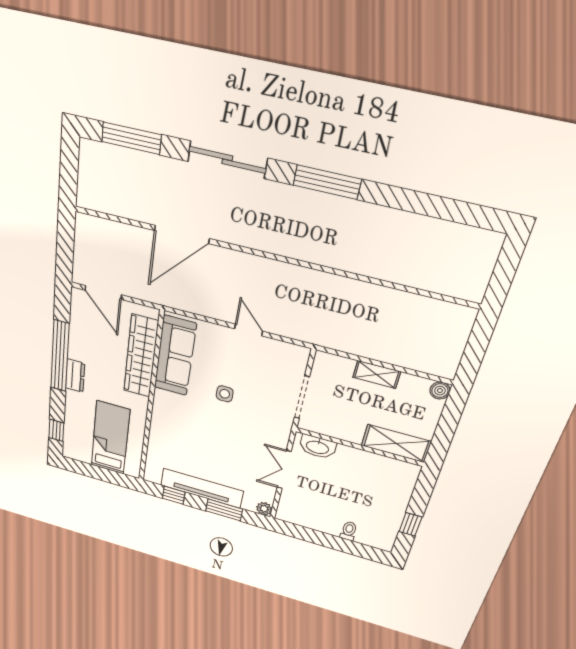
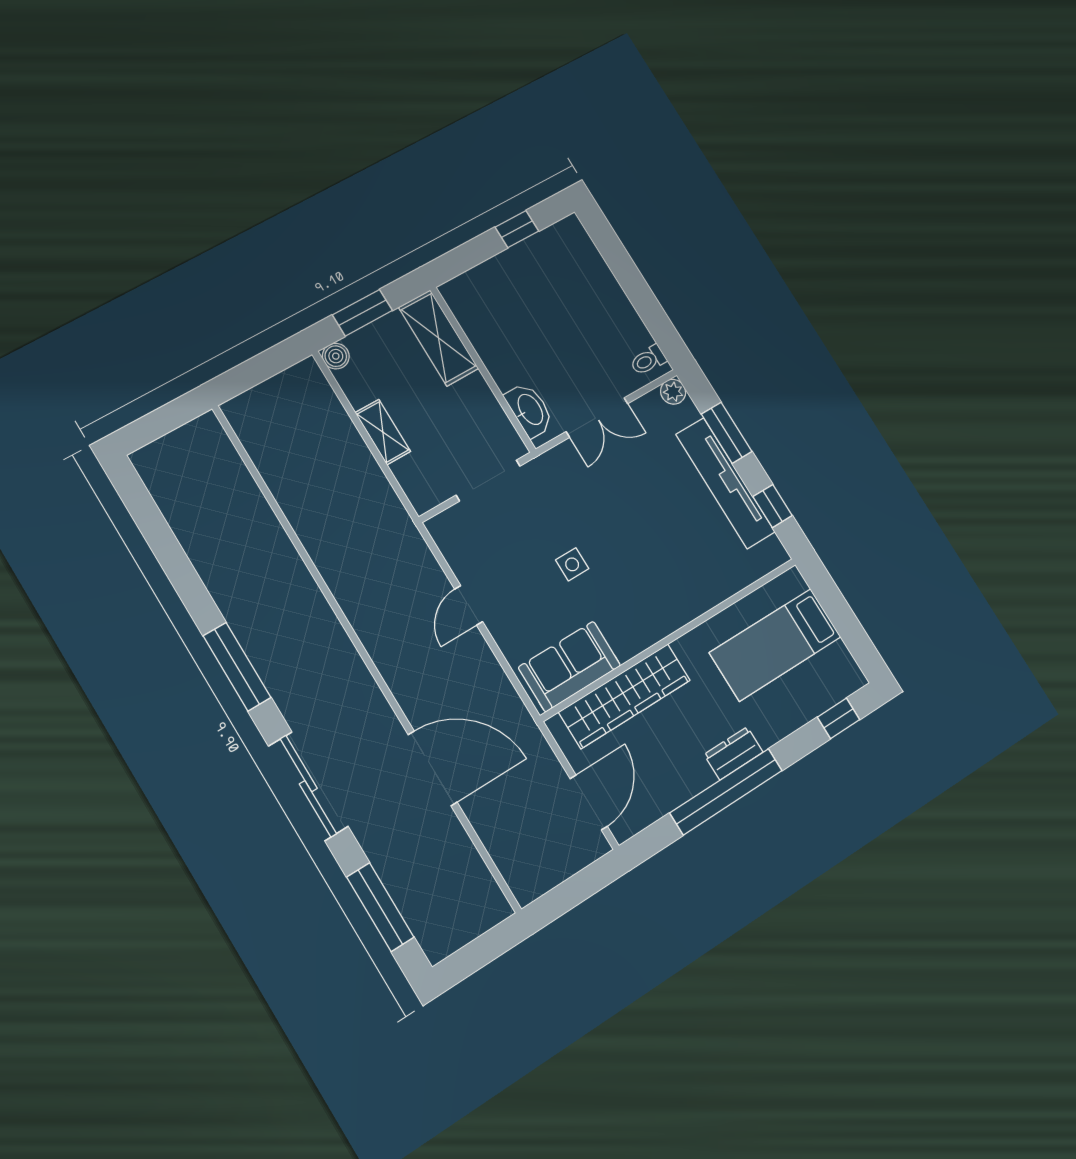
sofa: (175, 356) -> (569, 666), width x0.73
window: (448, 424) -> (362, 313), added
toilet: (349, 531) -> (648, 360), moved

